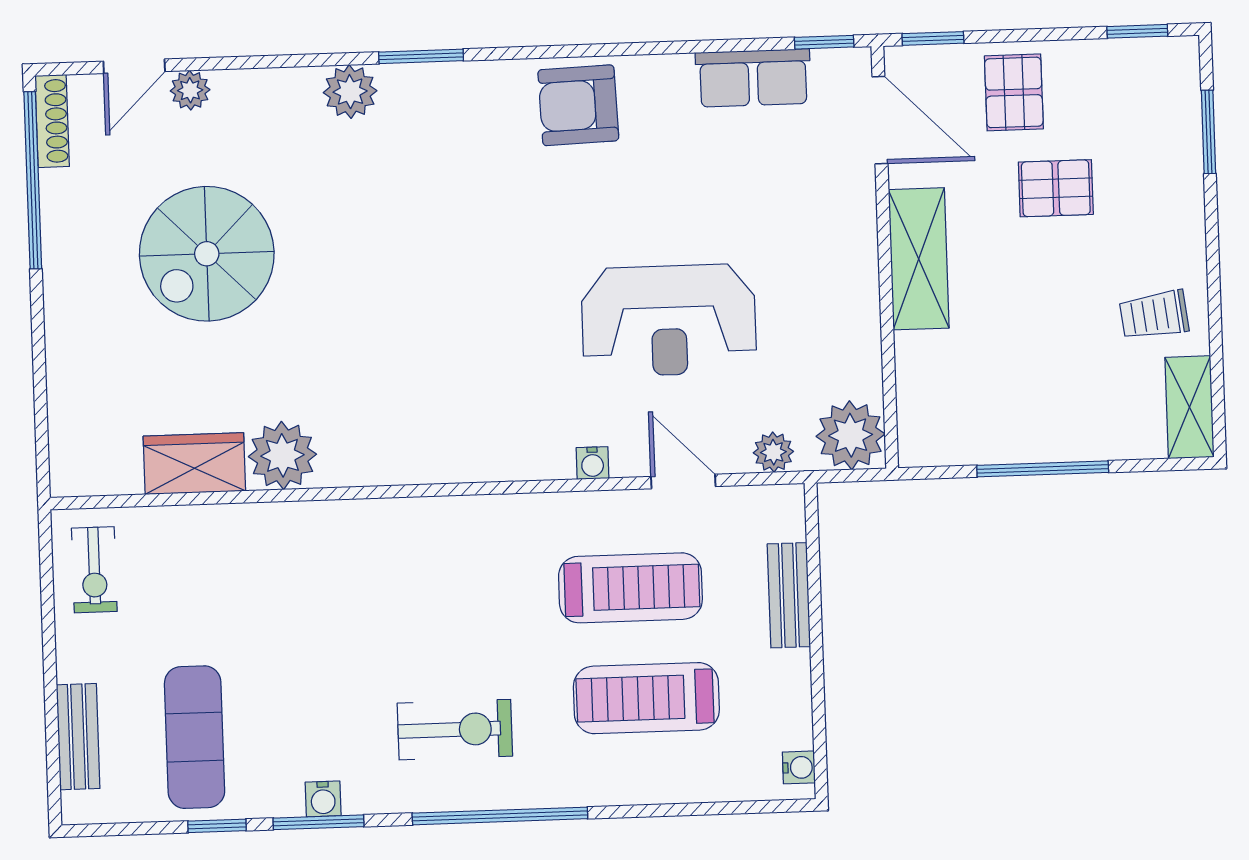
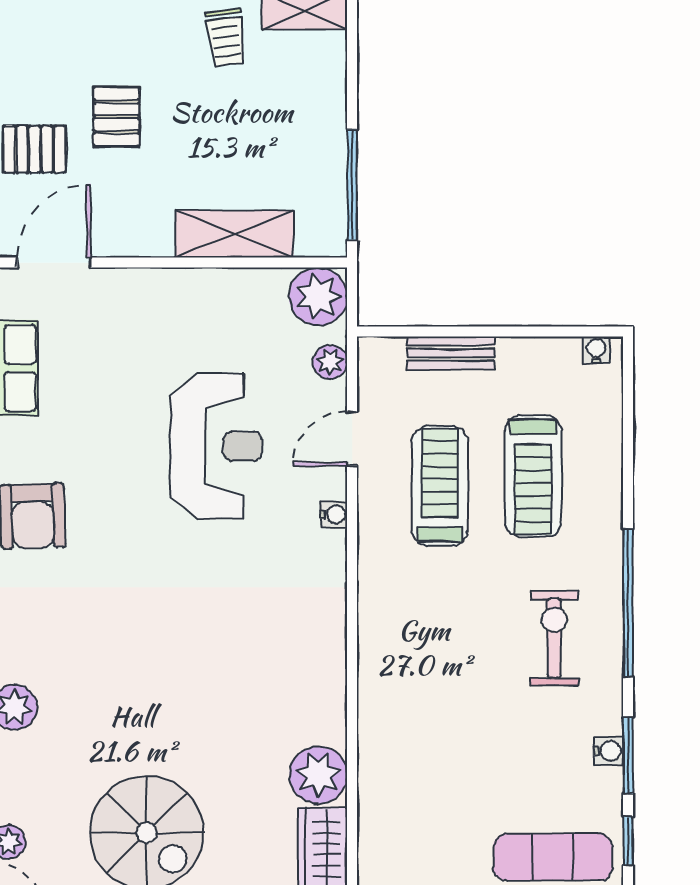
shelving: (919, 259) -> (234, 234), moved
window: (1043, 469) -> (352, 185), moved

